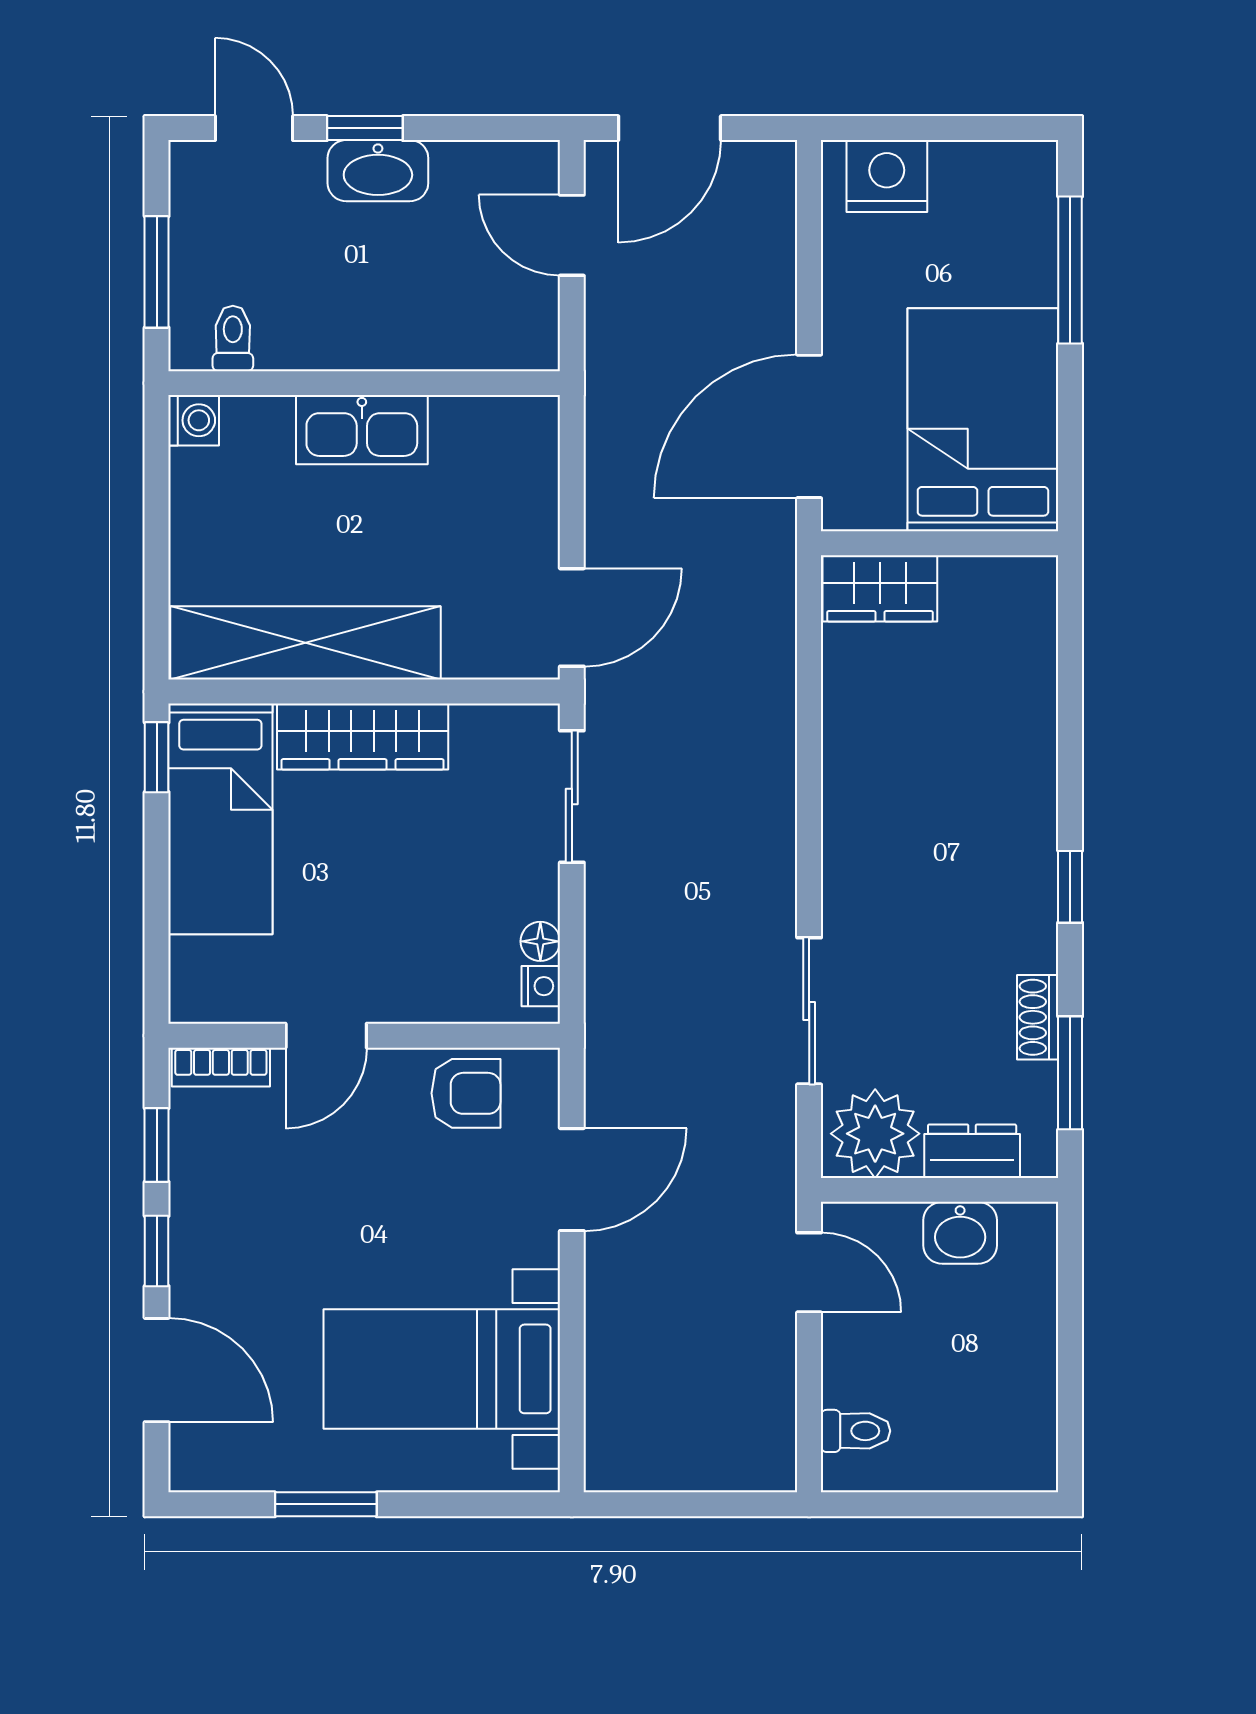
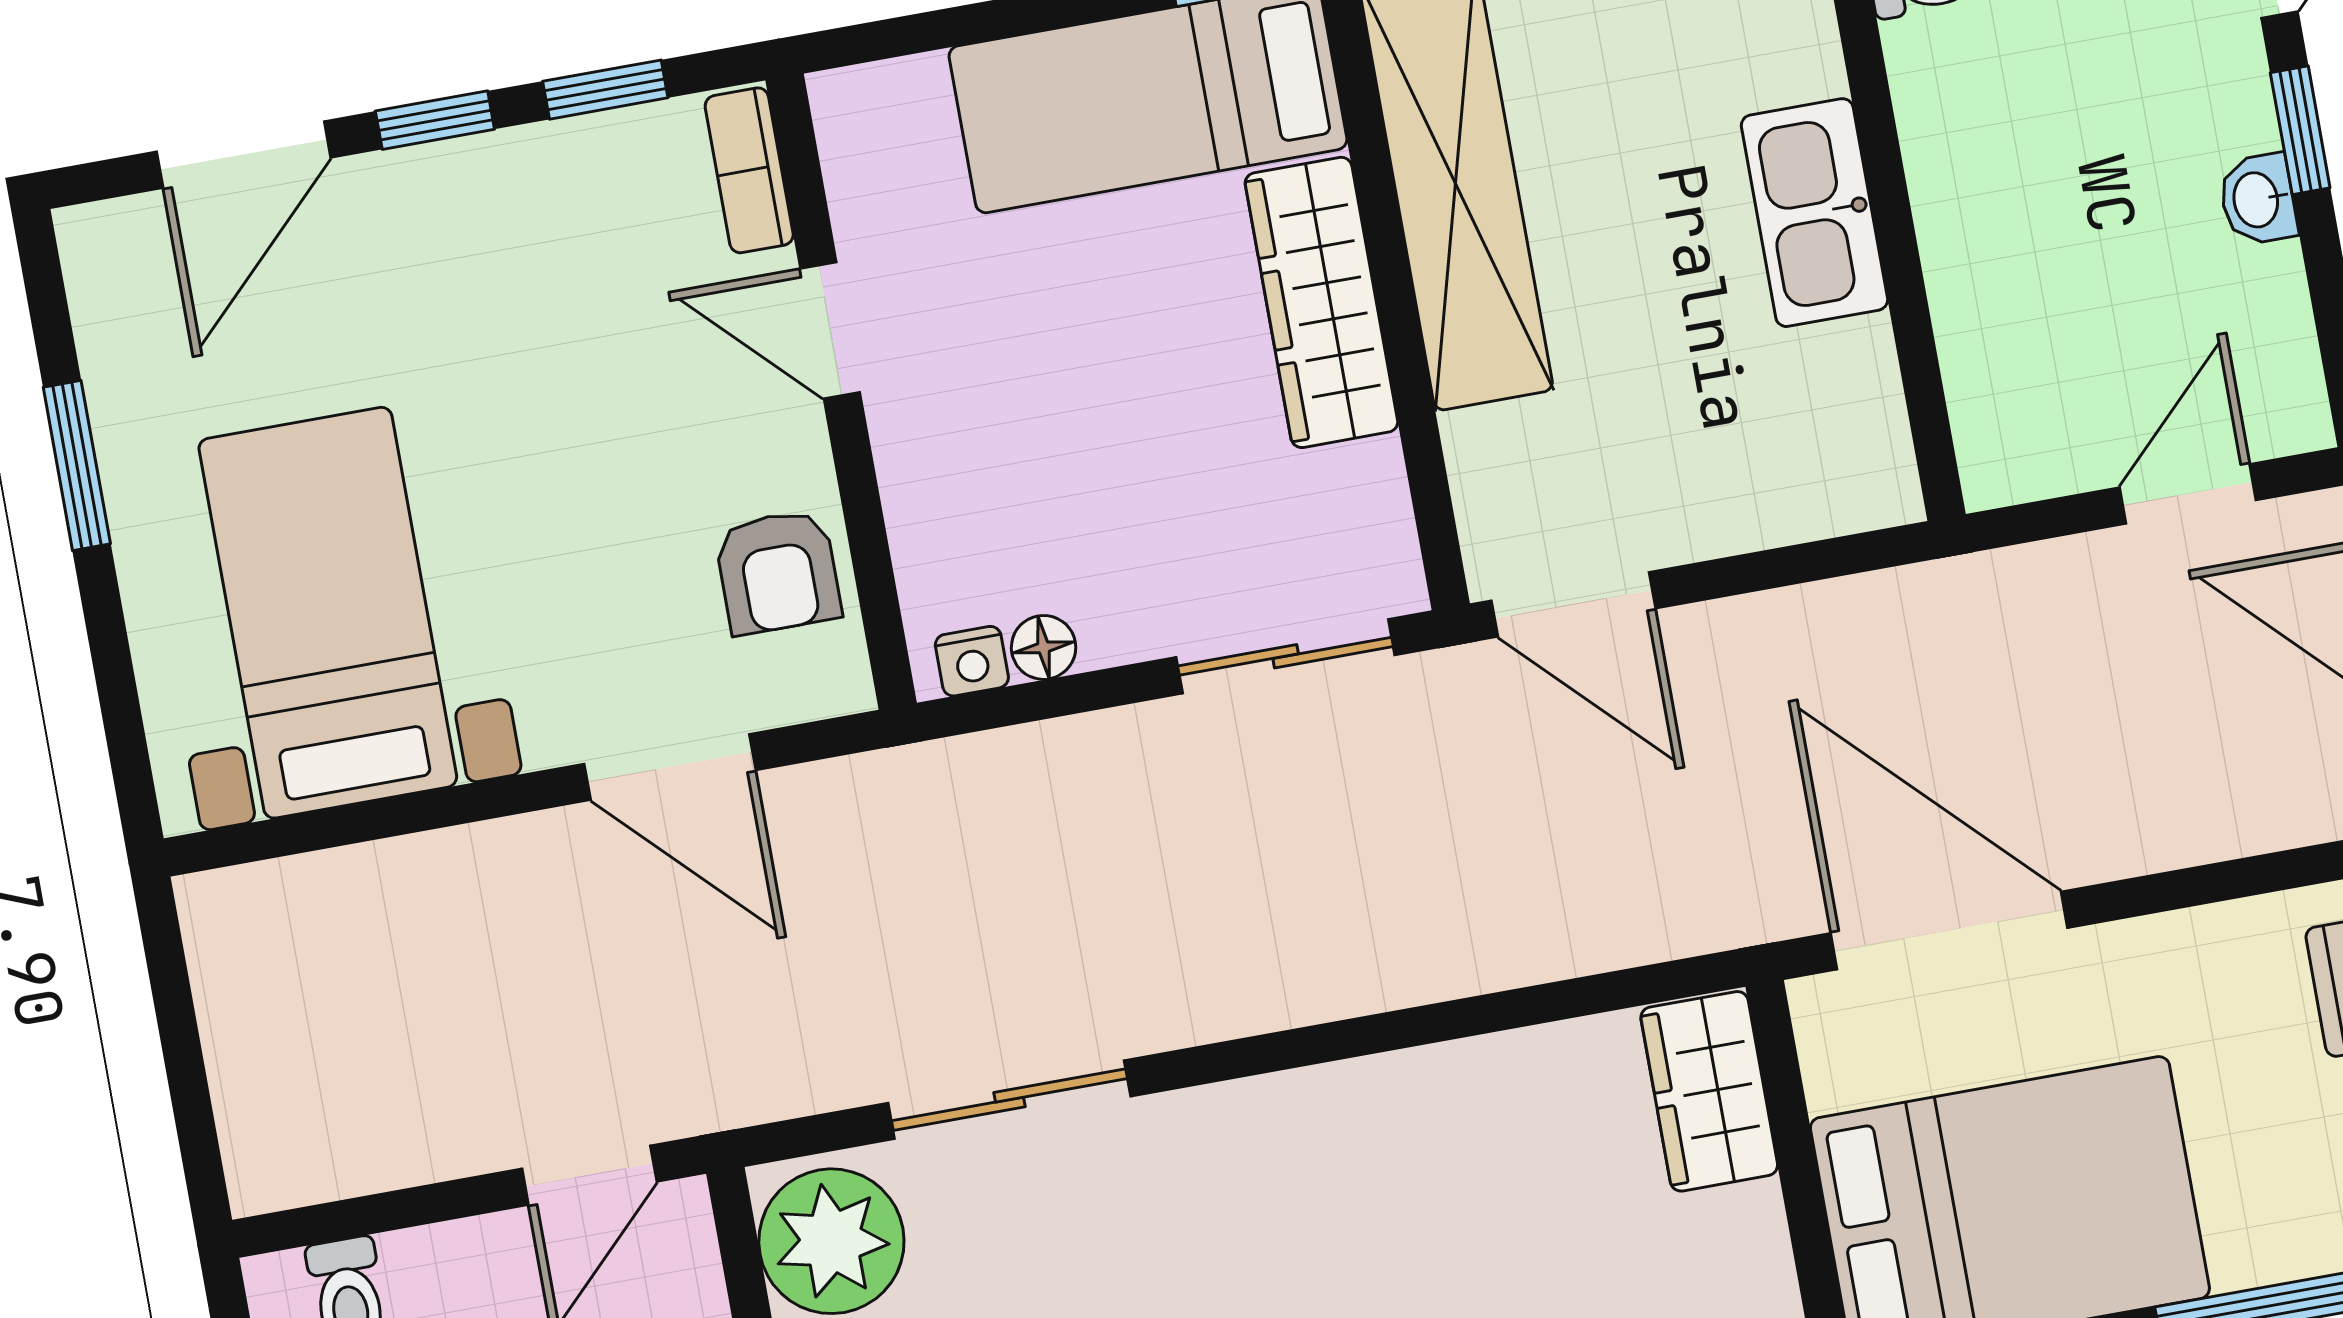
washbasin: (378, 171) -> (2258, 199), width x0.52, depth x0.69

